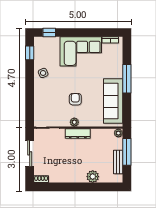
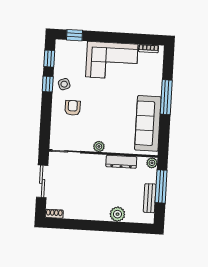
window: (30, 74) -> (48, 84), added
armchair: (75, 99) -> (73, 108), moved
dresser: (78, 134) -> (121, 162), moved

